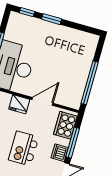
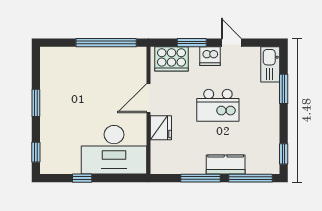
window: (52, 19) -> (36, 103), moved
door: (42, 101) -> (149, 98), hinge flipped
window: (73, 143) -> (192, 43), width x0.69

